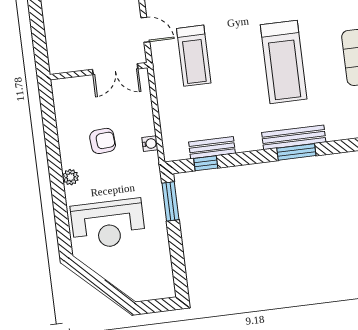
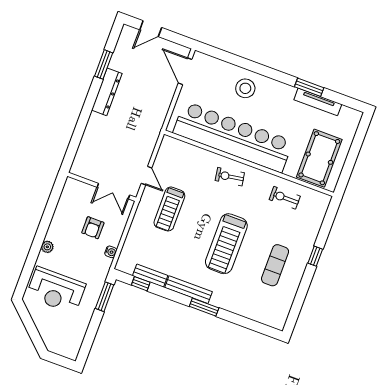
bench: (294, 137) -> (189, 290), moved
armchair: (103, 141) -> (93, 228), moved, turned 94

